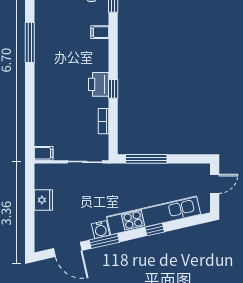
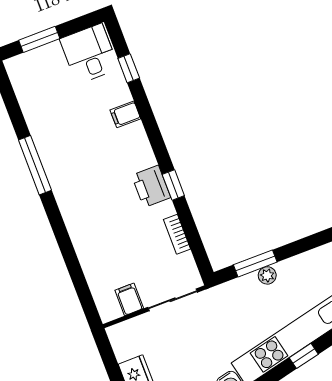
filing cabinet: (44, 153) -> (129, 299), moved, turned -90
window: (146, 159) -> (255, 263), width x0.69
plant: (151, 169) -> (267, 275), added

